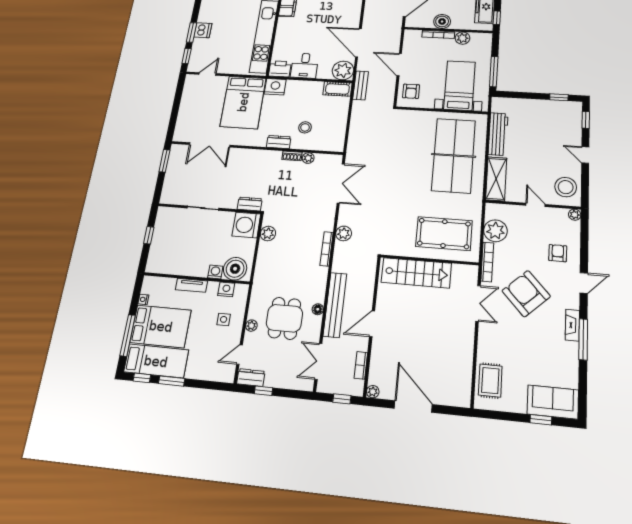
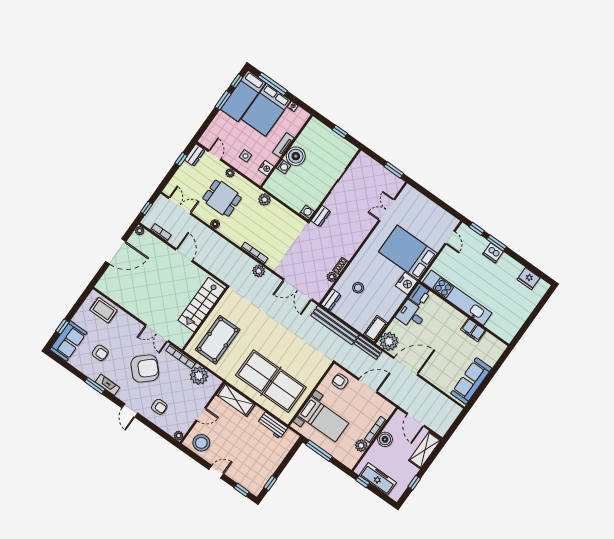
workbench: (498, 134) -> (272, 425), width x0.73
dresser: (279, 142) -> (331, 300), moved
double door: (210, 145) -> (387, 210), width x0.73
washing machine: (246, 225) -> (307, 213), width x0.53, depth x0.53
plant: (268, 234) -> (265, 200), moved
boiler: (235, 269) -> (296, 156), moved
bench: (335, 305) -> (335, 325), moved
window: (583, 339) -> (95, 386), width x0.69
armchair: (542, 355) -> (100, 353), added

